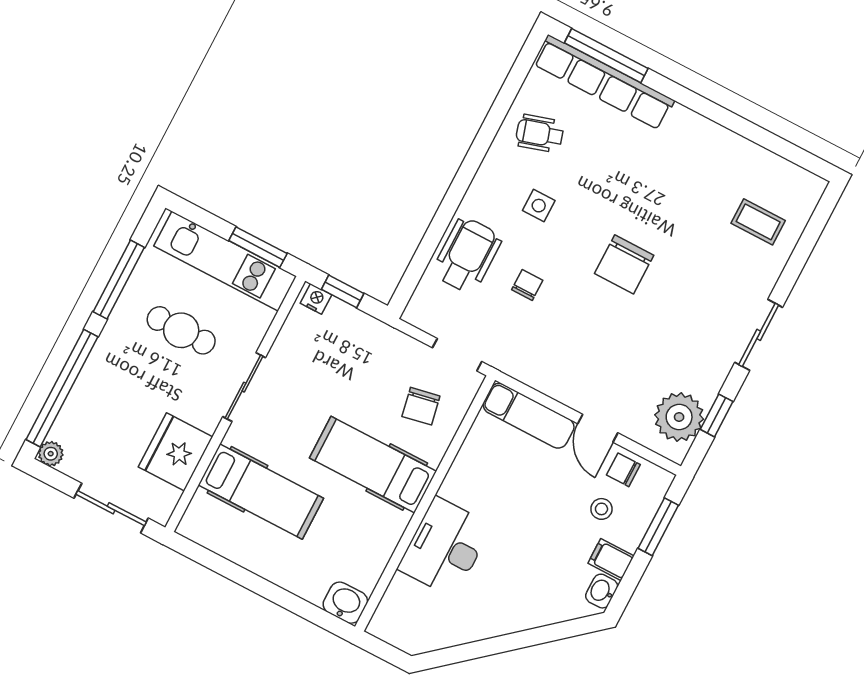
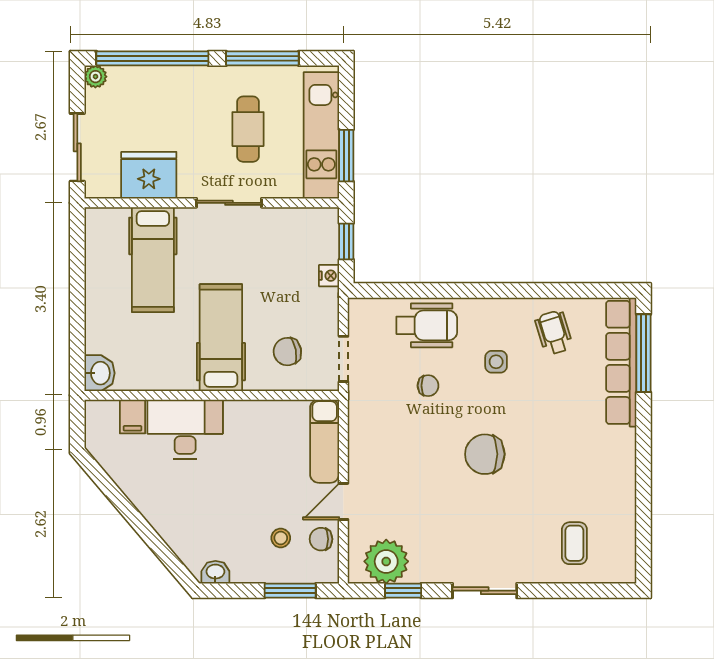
nightstand: (316, 299) -> (329, 276), moved
chair: (623, 470) -> (321, 539), turned -90
filing cabinet: (611, 560) -> (132, 416), moved, turned 180

